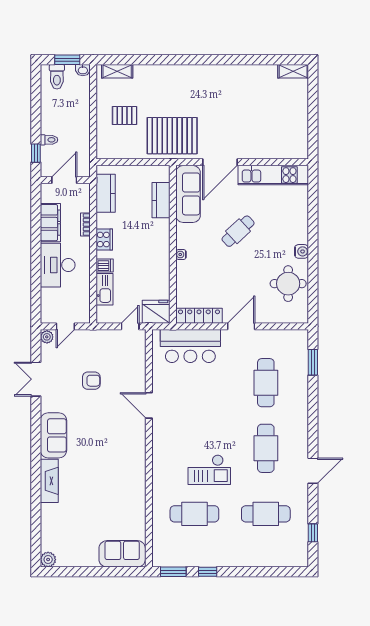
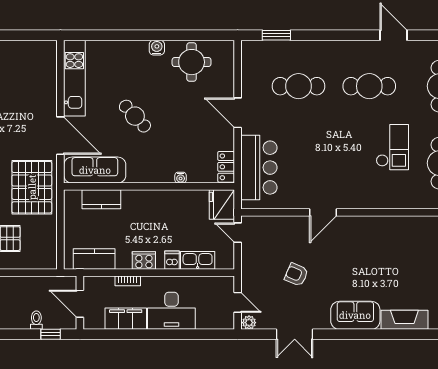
water cooler: (181, 254) -> (181, 178), moved
locker: (199, 316) -> (226, 167), width x0.66
armchair: (91, 381) -> (296, 275), turned -67

